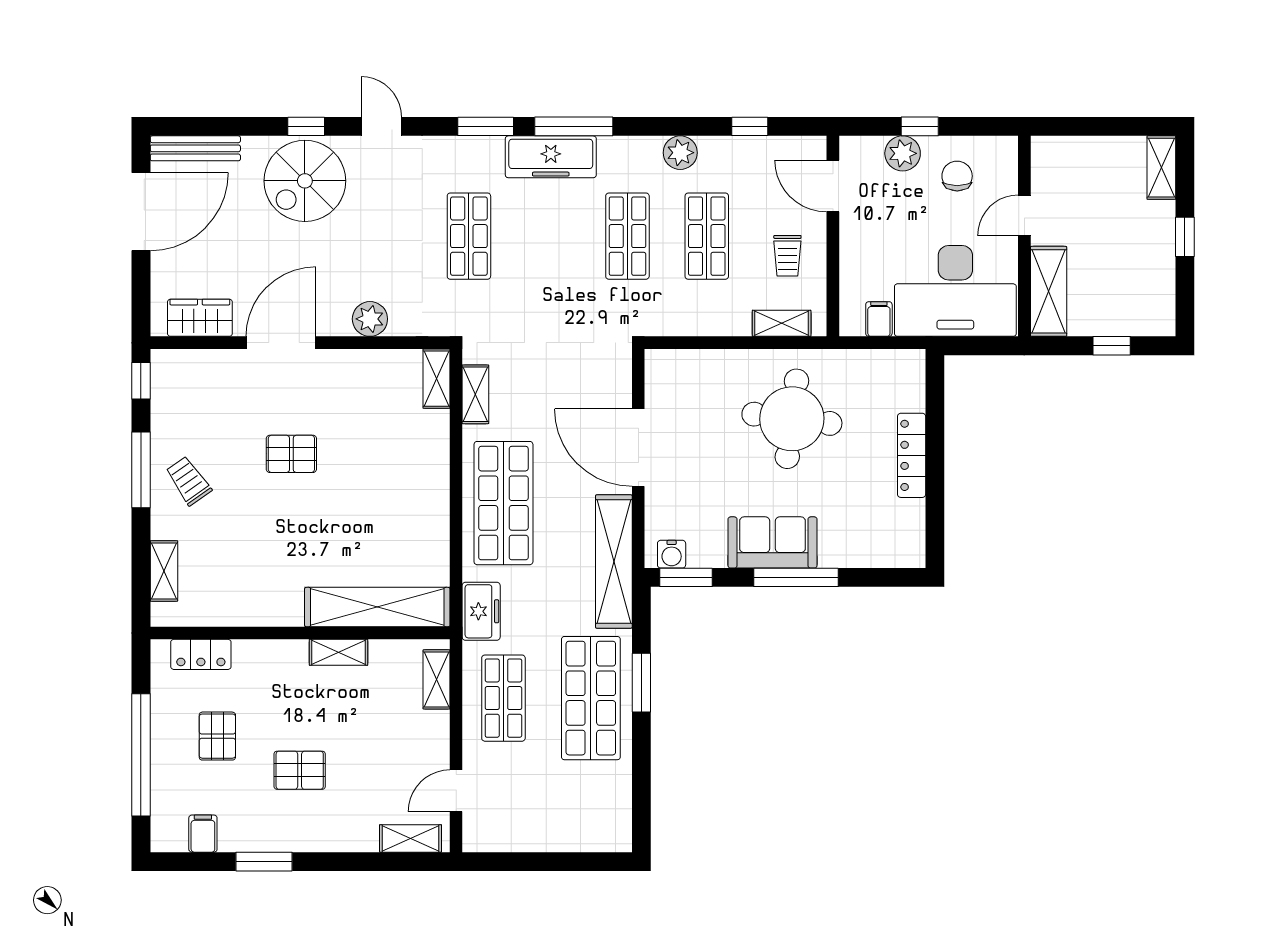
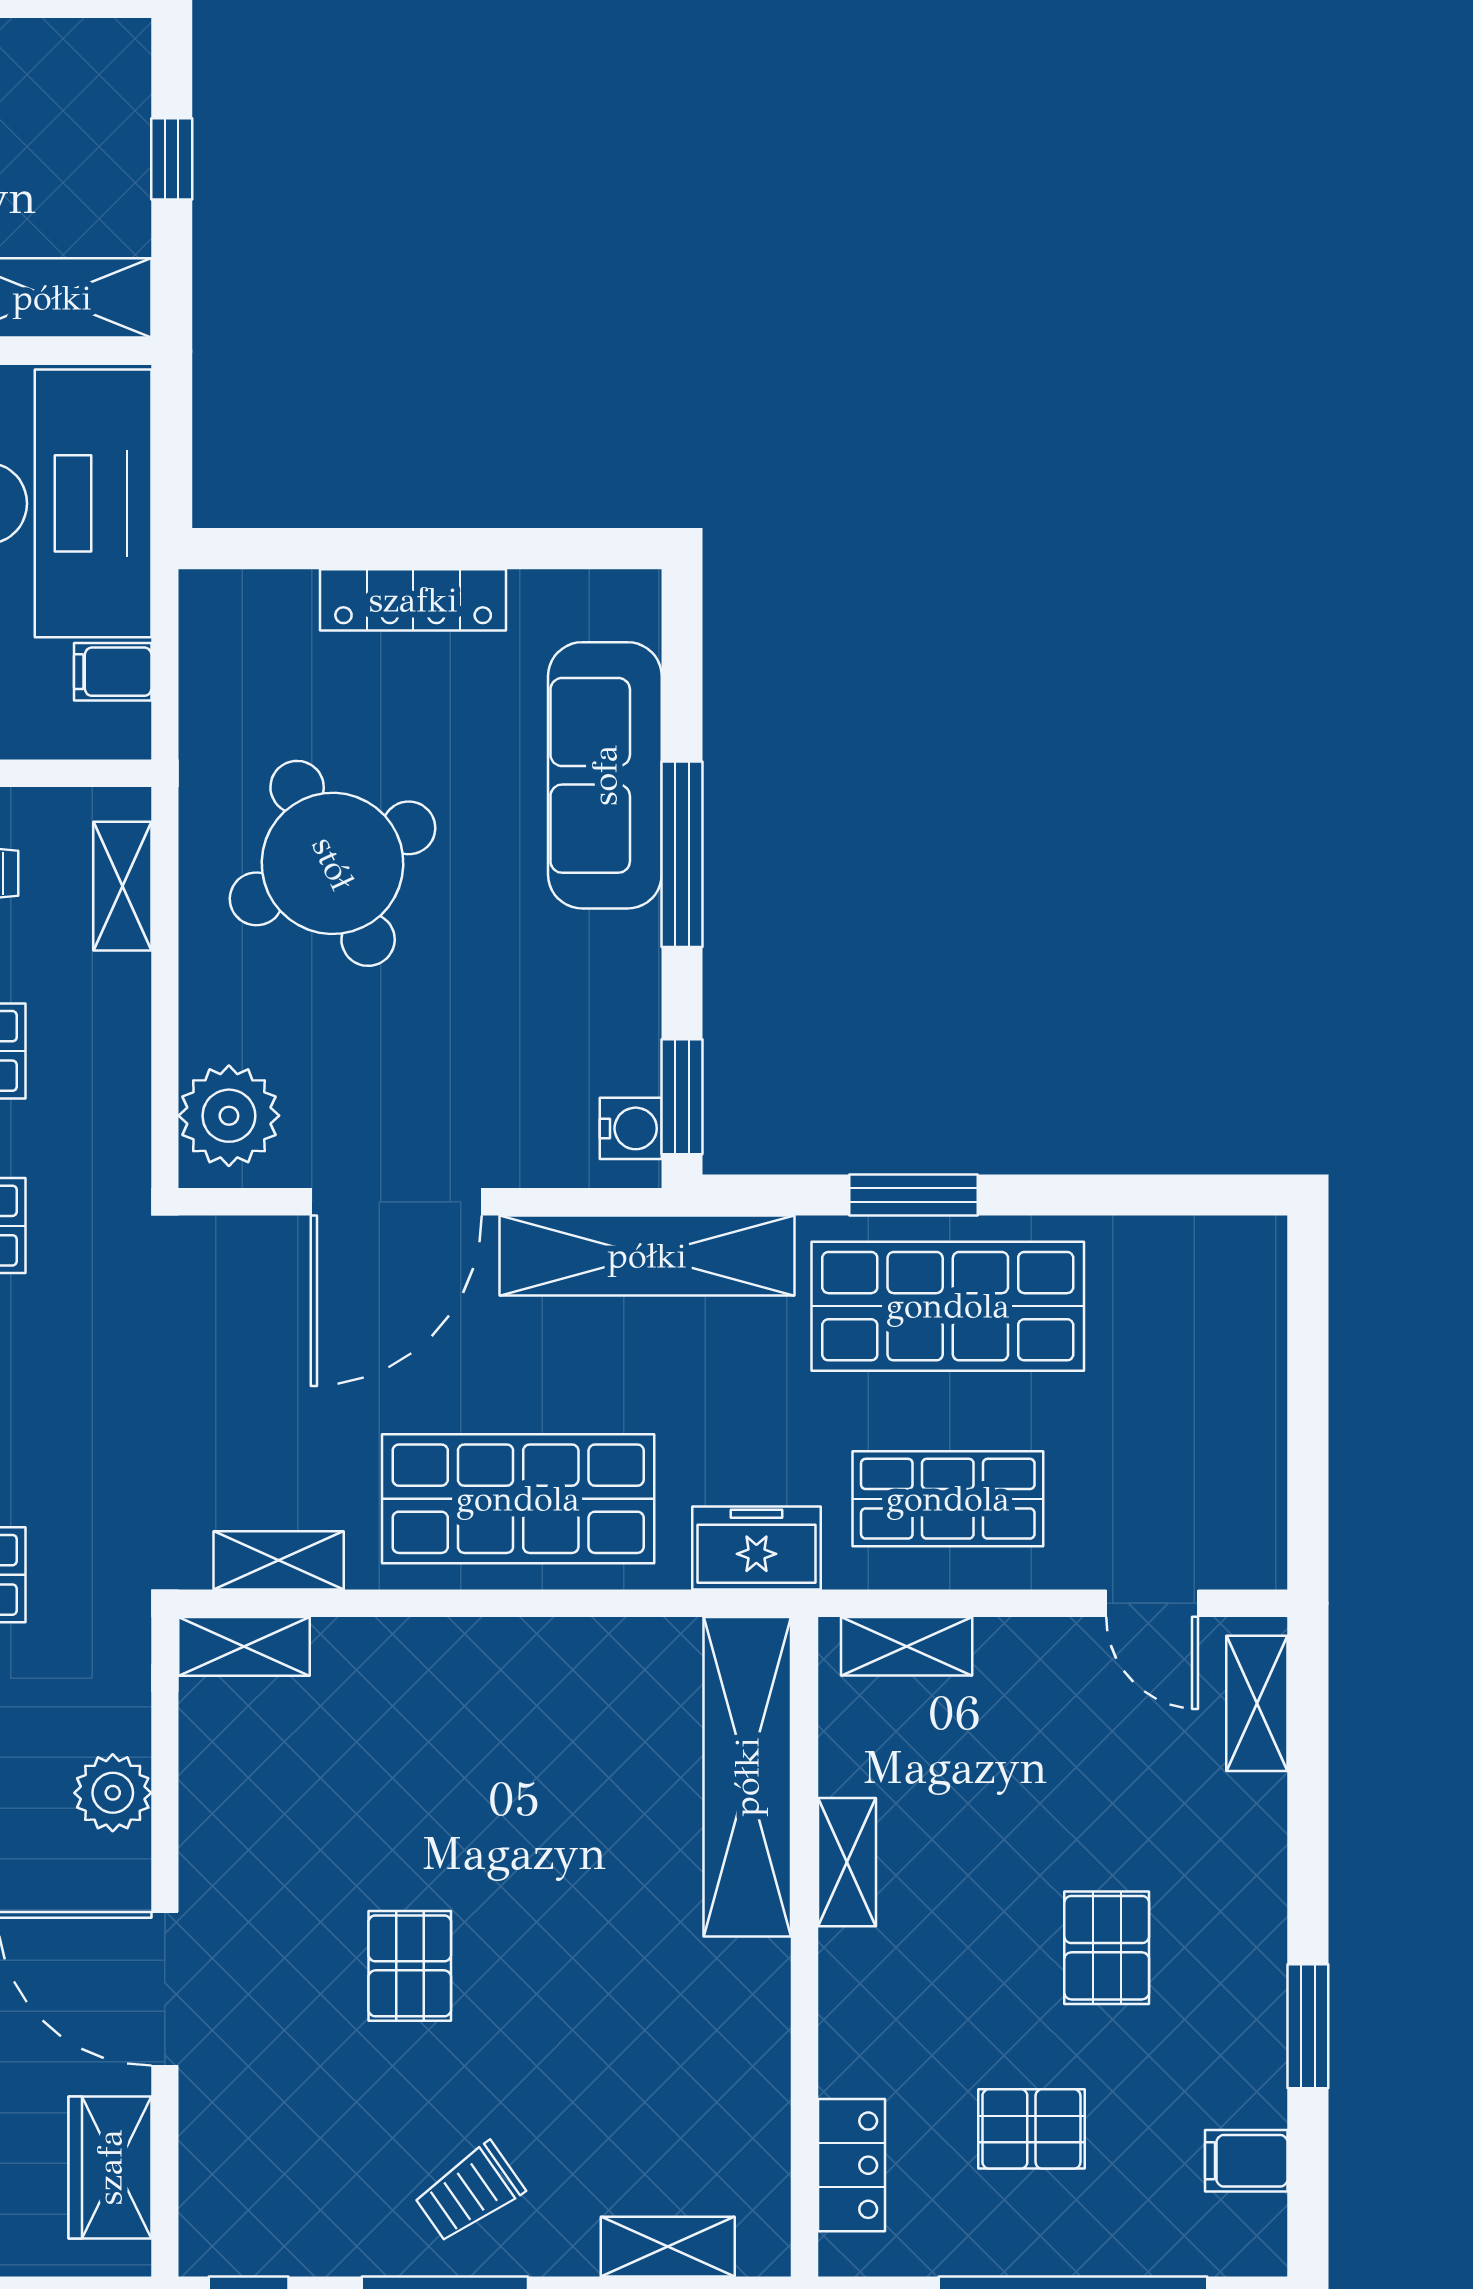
plant: (677, 372) -> (229, 1116), added
round table: (792, 419) -> (333, 863), turned -32
sofa: (772, 542) -> (605, 775), moved, width x1.36

